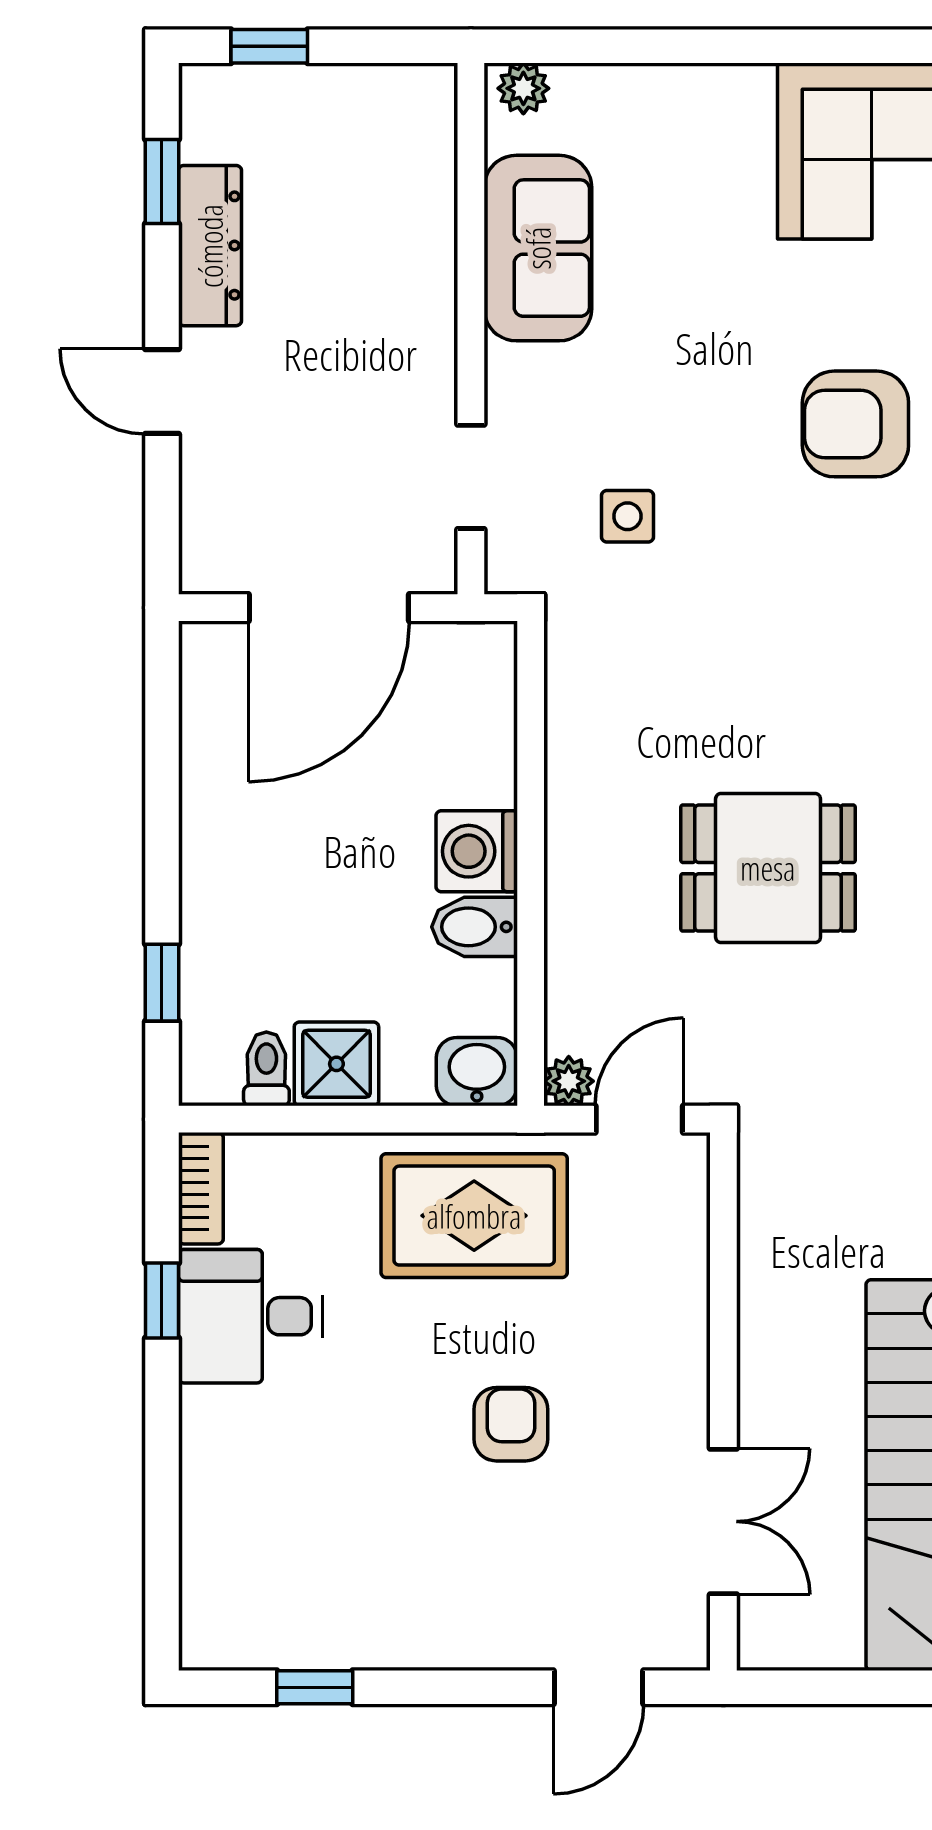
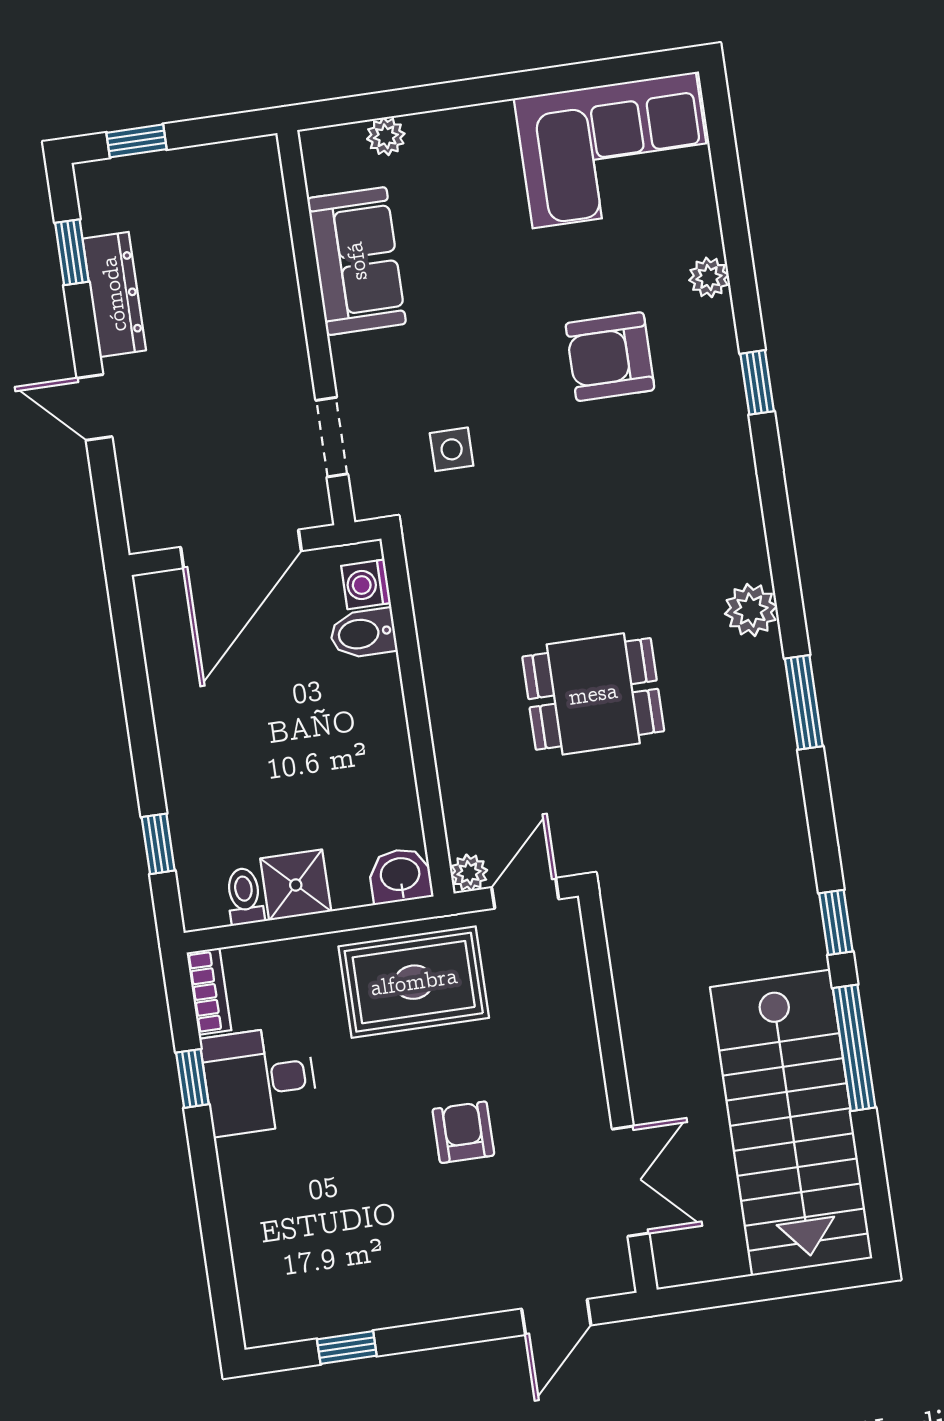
plant: (523, 88) -> (386, 136), moved
washing machine: (477, 851) -> (366, 584), moved, width x0.73, depth x0.73
bidet: (474, 927) -> (363, 633), moved

